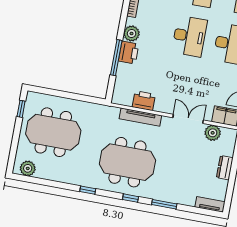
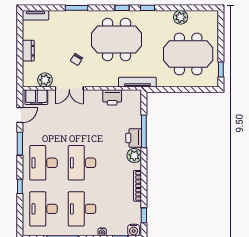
tv unit: (140, 117) -> (137, 82), moved
chair: (175, 149) -> (76, 59), added
plant: (28, 168) -> (181, 17), moved
window: (131, 198) -> (122, 8), moved

